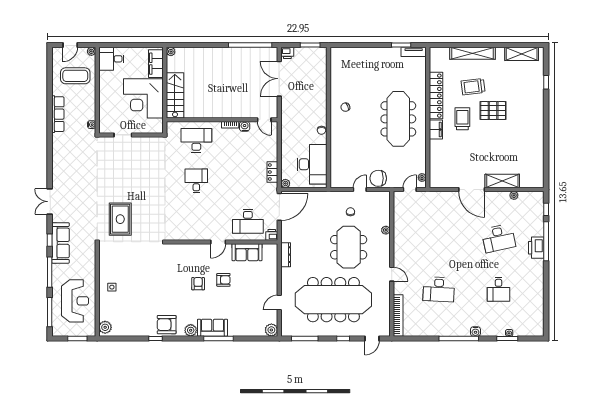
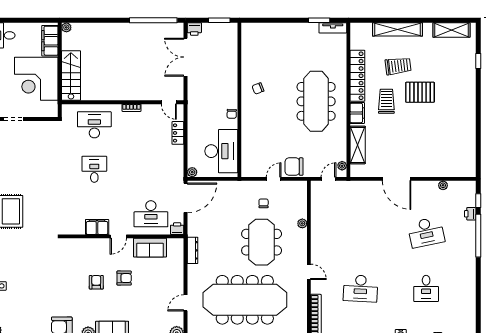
trolley: (473, 87) -> (398, 66), turned 180
water cooler: (245, 126) -> (147, 110), removed
locker: (272, 172) -> (178, 133), moved
shelving: (502, 181) -> (358, 145), moved, turned 90
filing cabinet: (199, 233) -> (97, 227), added
printer: (536, 248) -> (470, 214), moved, width x0.53, depth x0.68

